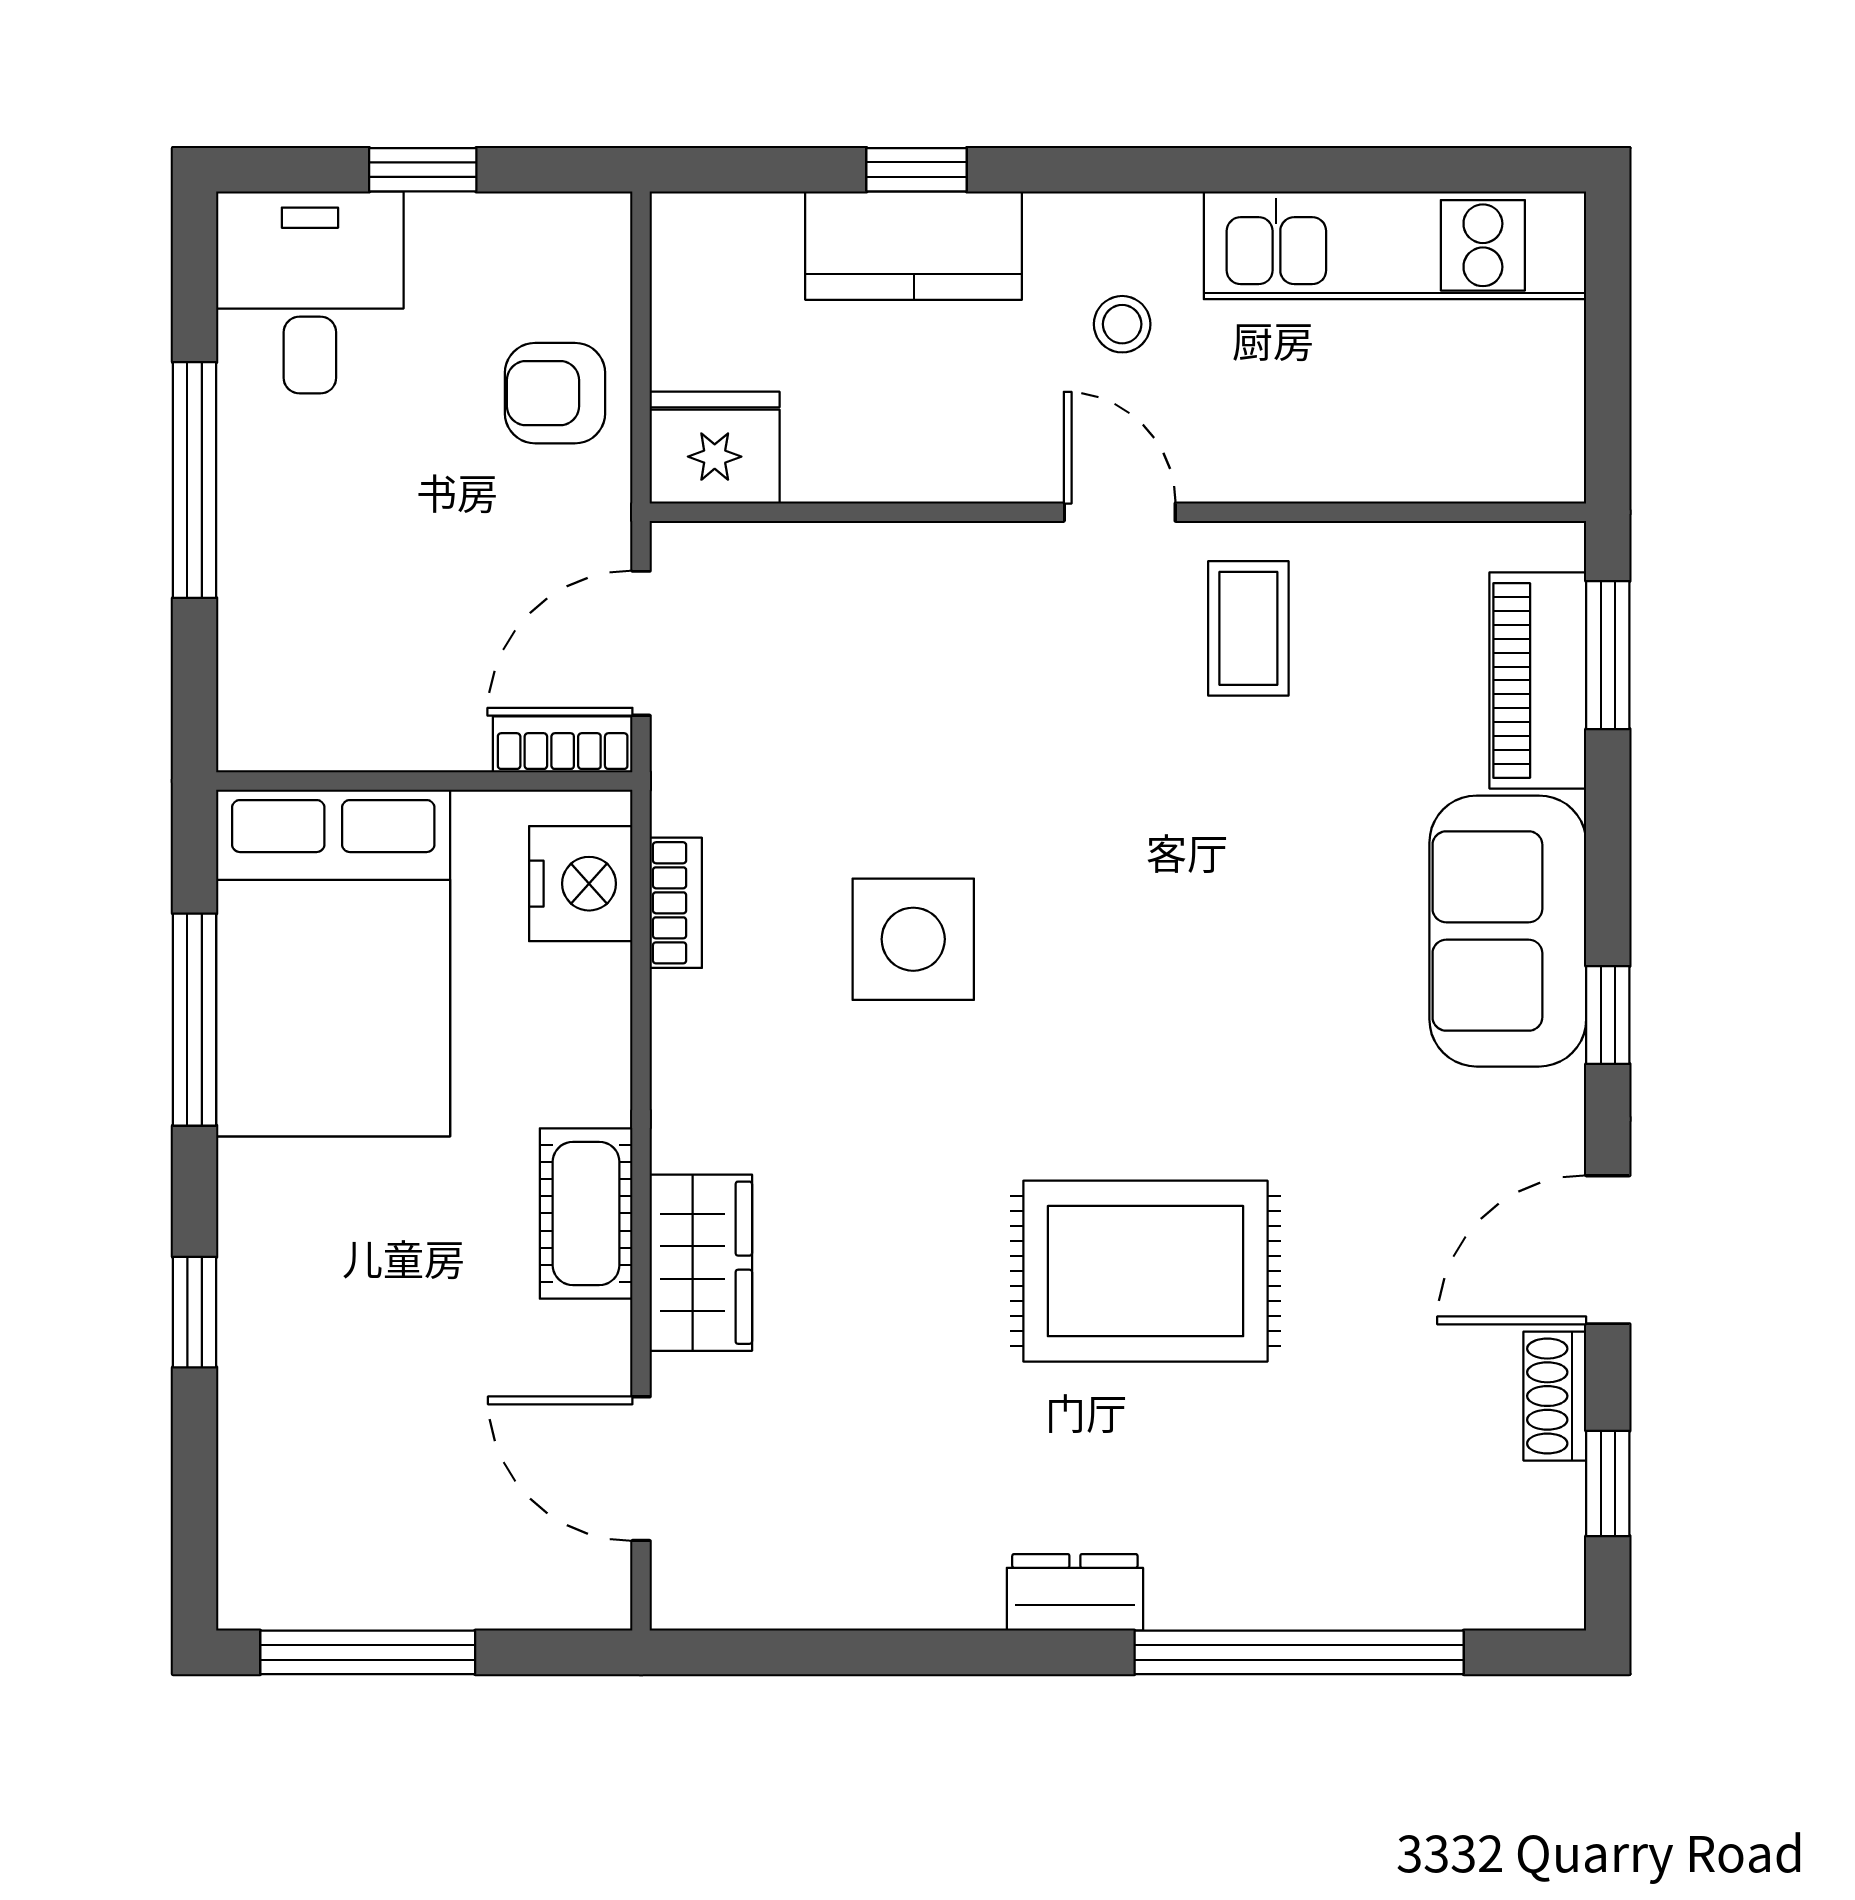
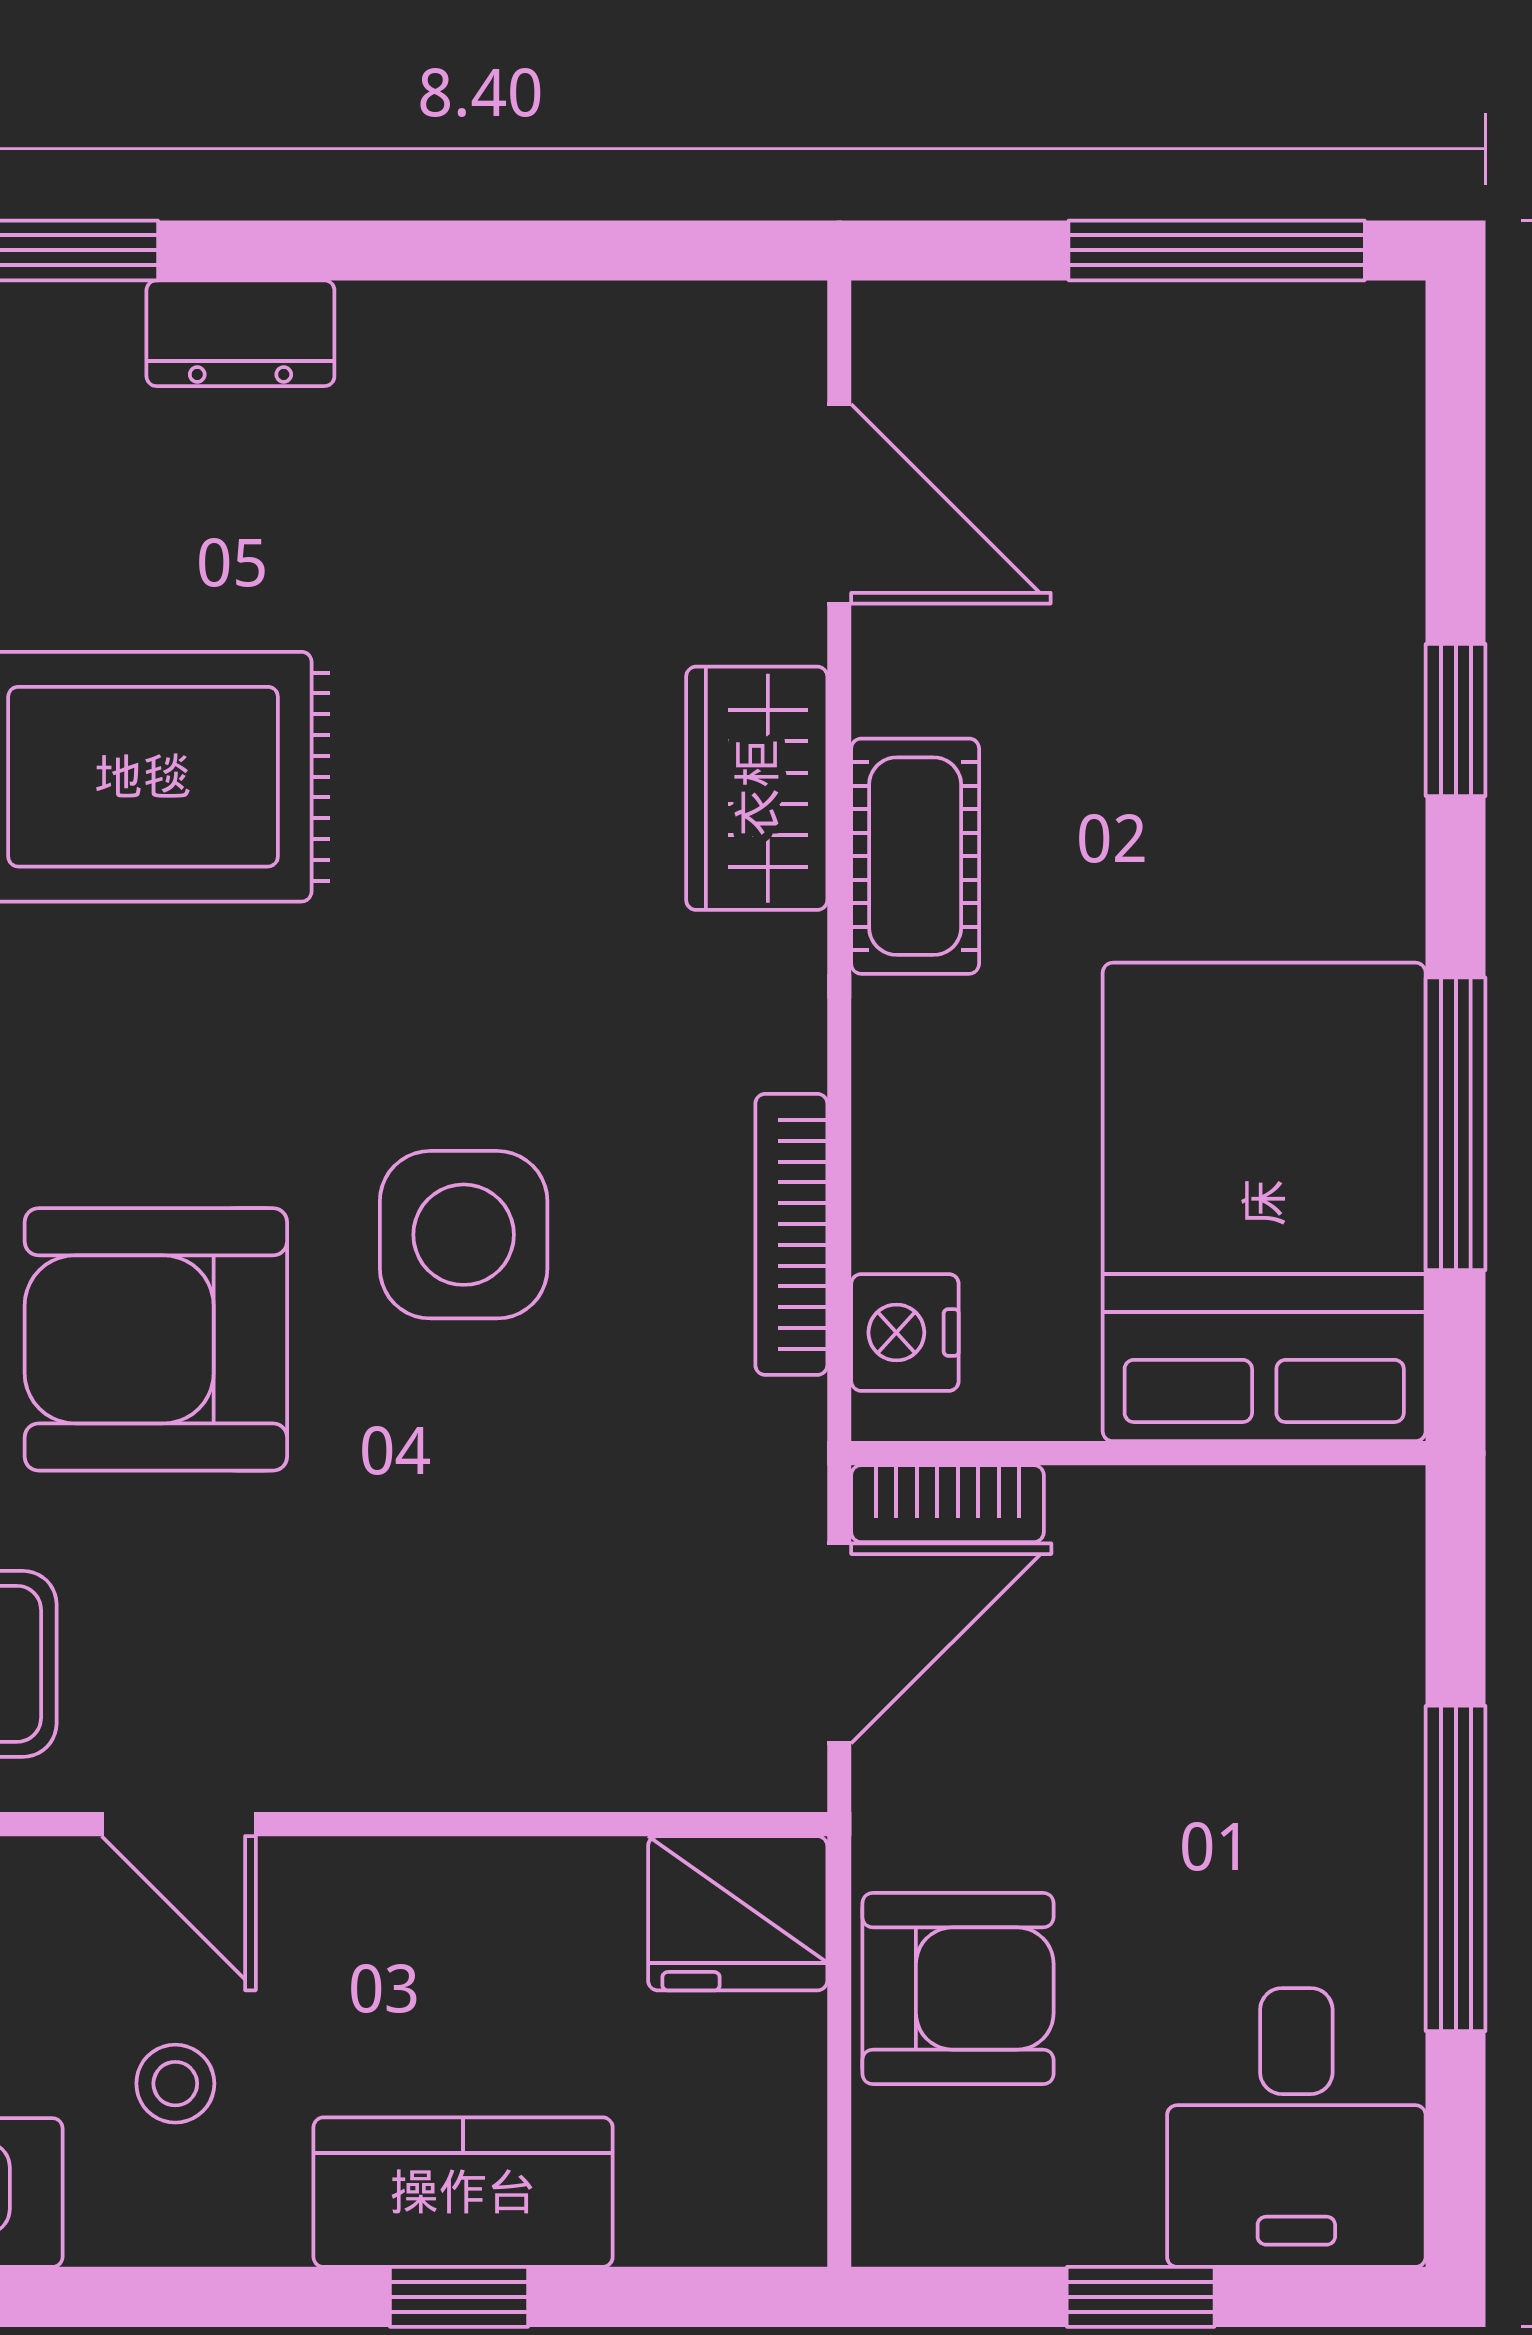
armchair: (555, 393) -> (958, 1988), width x1.38, depth x1.38
armchair: (1136, 863) -> (156, 1339), added
nightstand: (581, 884) -> (905, 1332), width x0.74, depth x0.75
bookcase: (676, 903) -> (791, 1234), width x1.56

